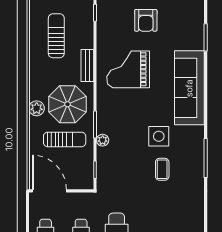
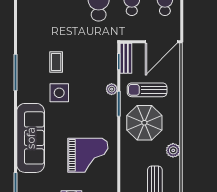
bench: (87, 66) -> (126, 58), moved
plant: (37, 108) -> (173, 150), moved
door: (49, 191) -> (161, 42), hinge flipped

